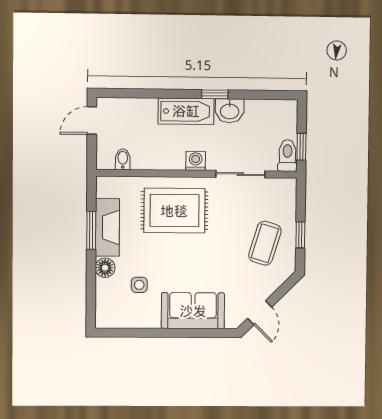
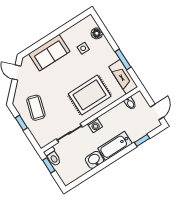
window: (215, 94) -> (142, 140), moved
fireplace: (107, 227) -> (123, 77), moved
floor lamp: (105, 268) -> (97, 33), moved

